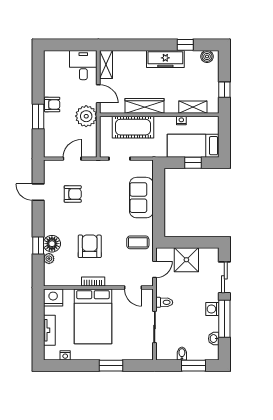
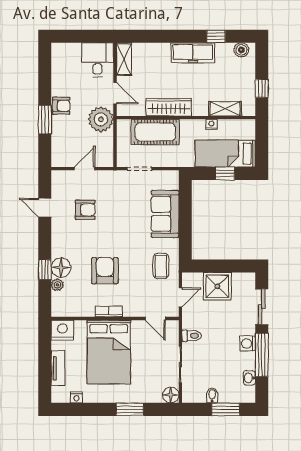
coffee table: (138, 242) -> (161, 266), turned 90
floor lamp: (146, 353) -> (171, 395), added

